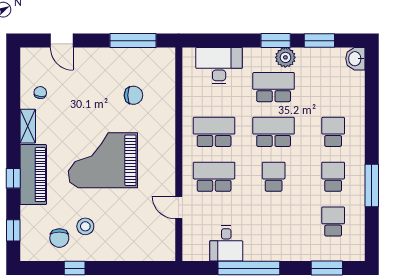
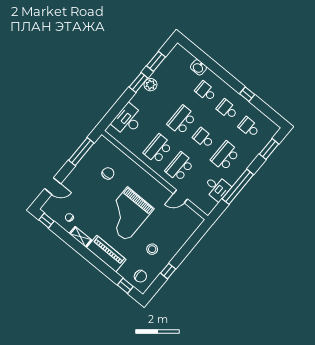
washbasin: (355, 59) -> (198, 67), moved
school desk: (274, 87) -> (225, 156), moved
window: (13, 178) -> (46, 220), moved
window: (372, 185) -> (247, 94), width x0.46
chair: (59, 238) -> (140, 276), moved

